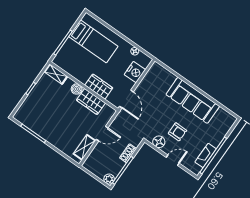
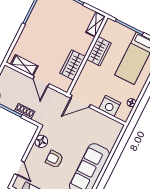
wardrobe: (99, 87) -> (99, 51), moved
boiler: (77, 89) -> (83, 48), removed
armchair: (177, 132) -> (54, 159), turned 90
door: (173, 160) -> (19, 168), moved

